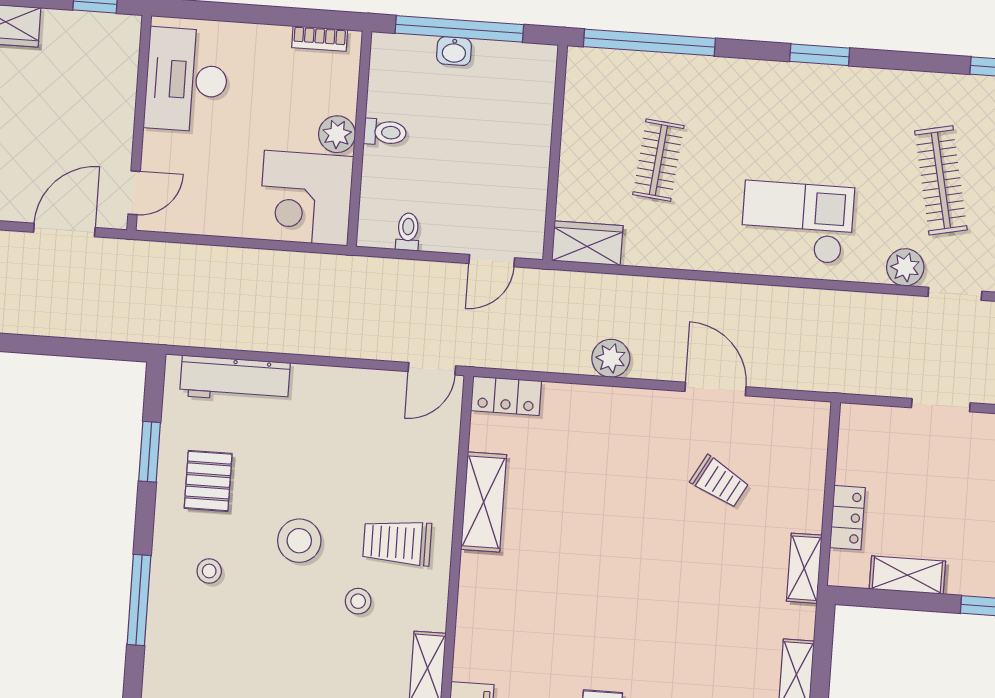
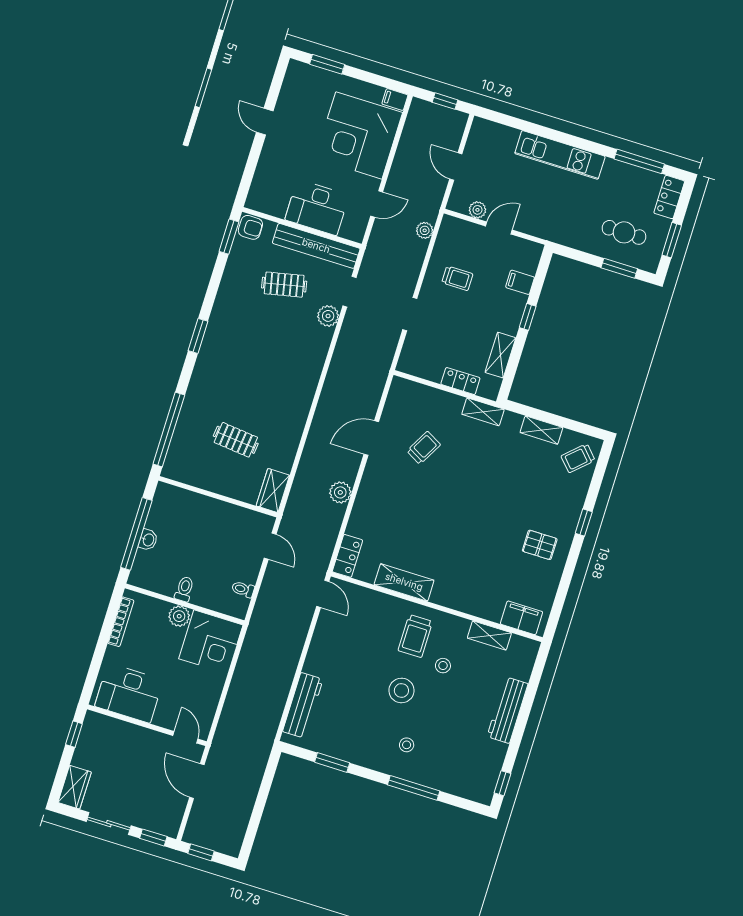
bookcase: (320, 39) -> (121, 622), width x1.56
clothes rail: (941, 180) -> (284, 285), width x0.73
checkout: (797, 222) -> (289, 370), removed
pallet: (208, 481) -> (356, 734), removed

